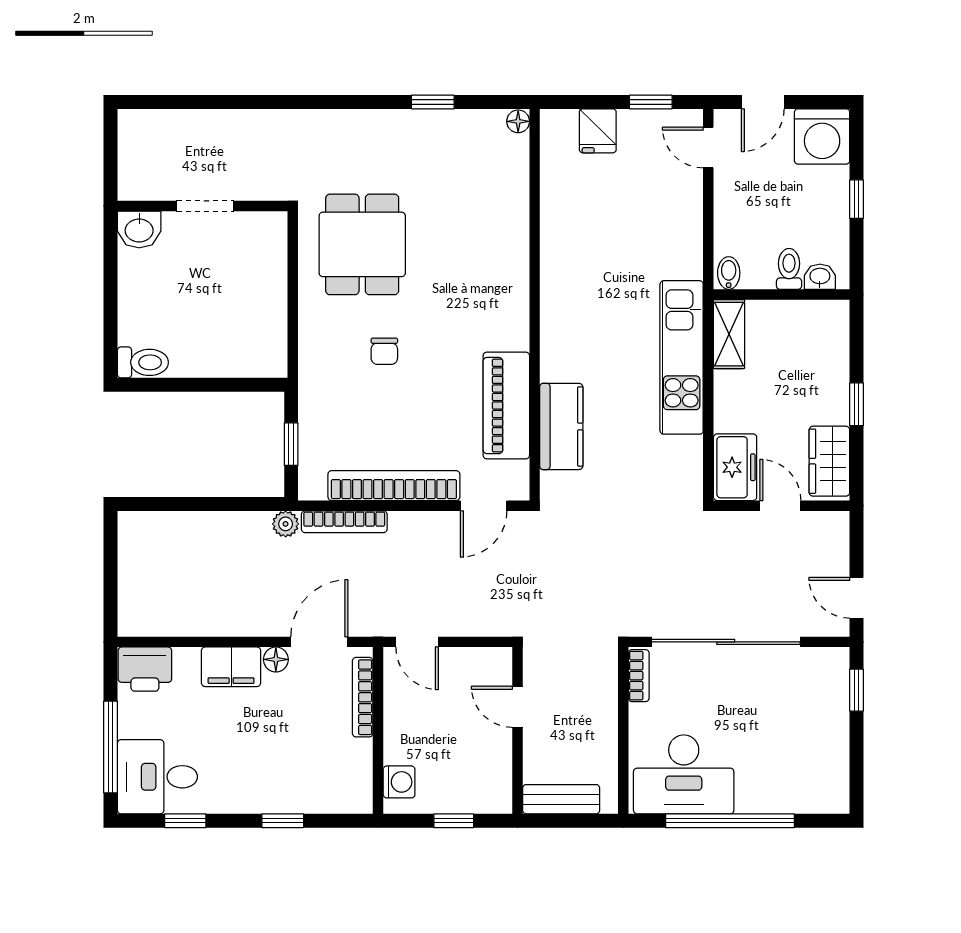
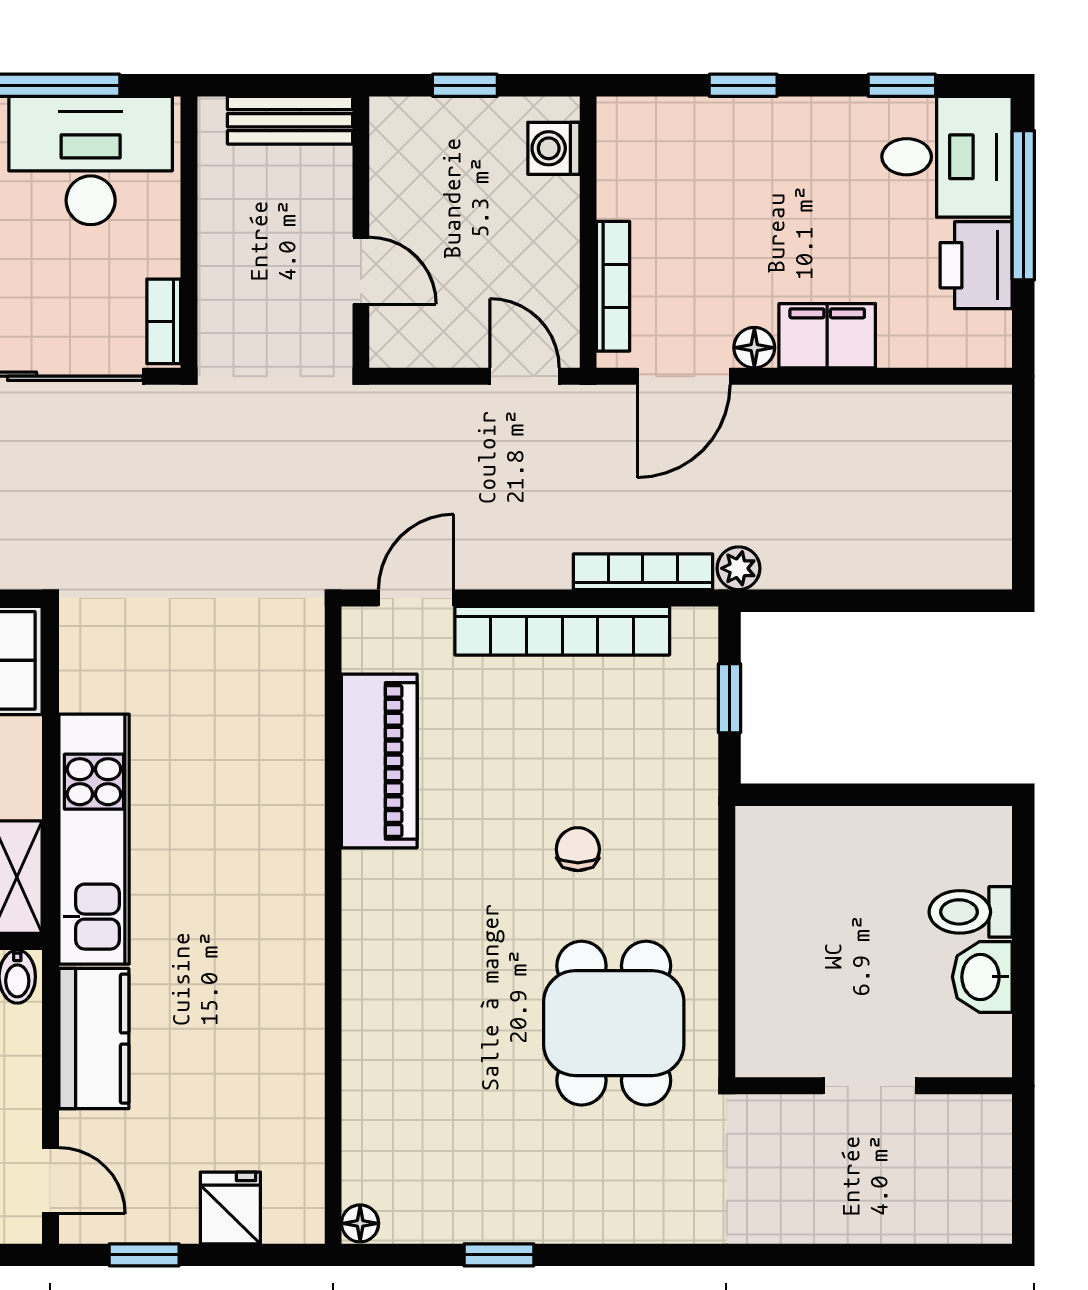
washbasin: (139, 229) -> (982, 977), moved, turned -90
toilet: (143, 362) -> (971, 912), moved
kitchen counter: (561, 426) -> (94, 1039), moved, turned 180
printer: (145, 669) -> (976, 265), moved, turned -90

